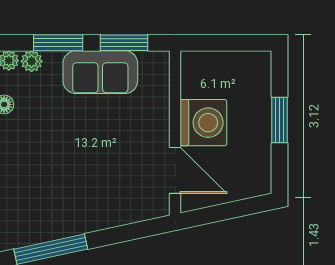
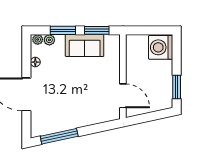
window: (280, 120) -> (177, 87), moved
washing machine: (203, 123) -> (161, 47), moved, turned 180

